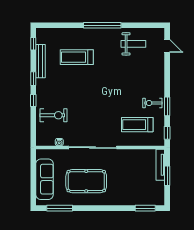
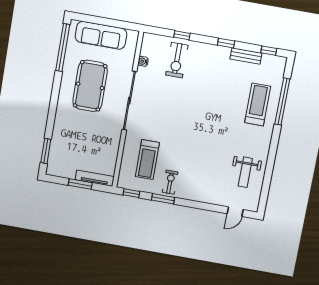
window: (102, 25) -> (282, 102), moved
treadmill: (77, 57) -> (258, 105), moved
bench: (41, 61) -> (246, 56), width x0.73
window: (33, 100) -> (182, 35), moved
treadmill: (137, 125) -> (147, 160), turned 180
window: (60, 208) -> (63, 48), width x1.46

